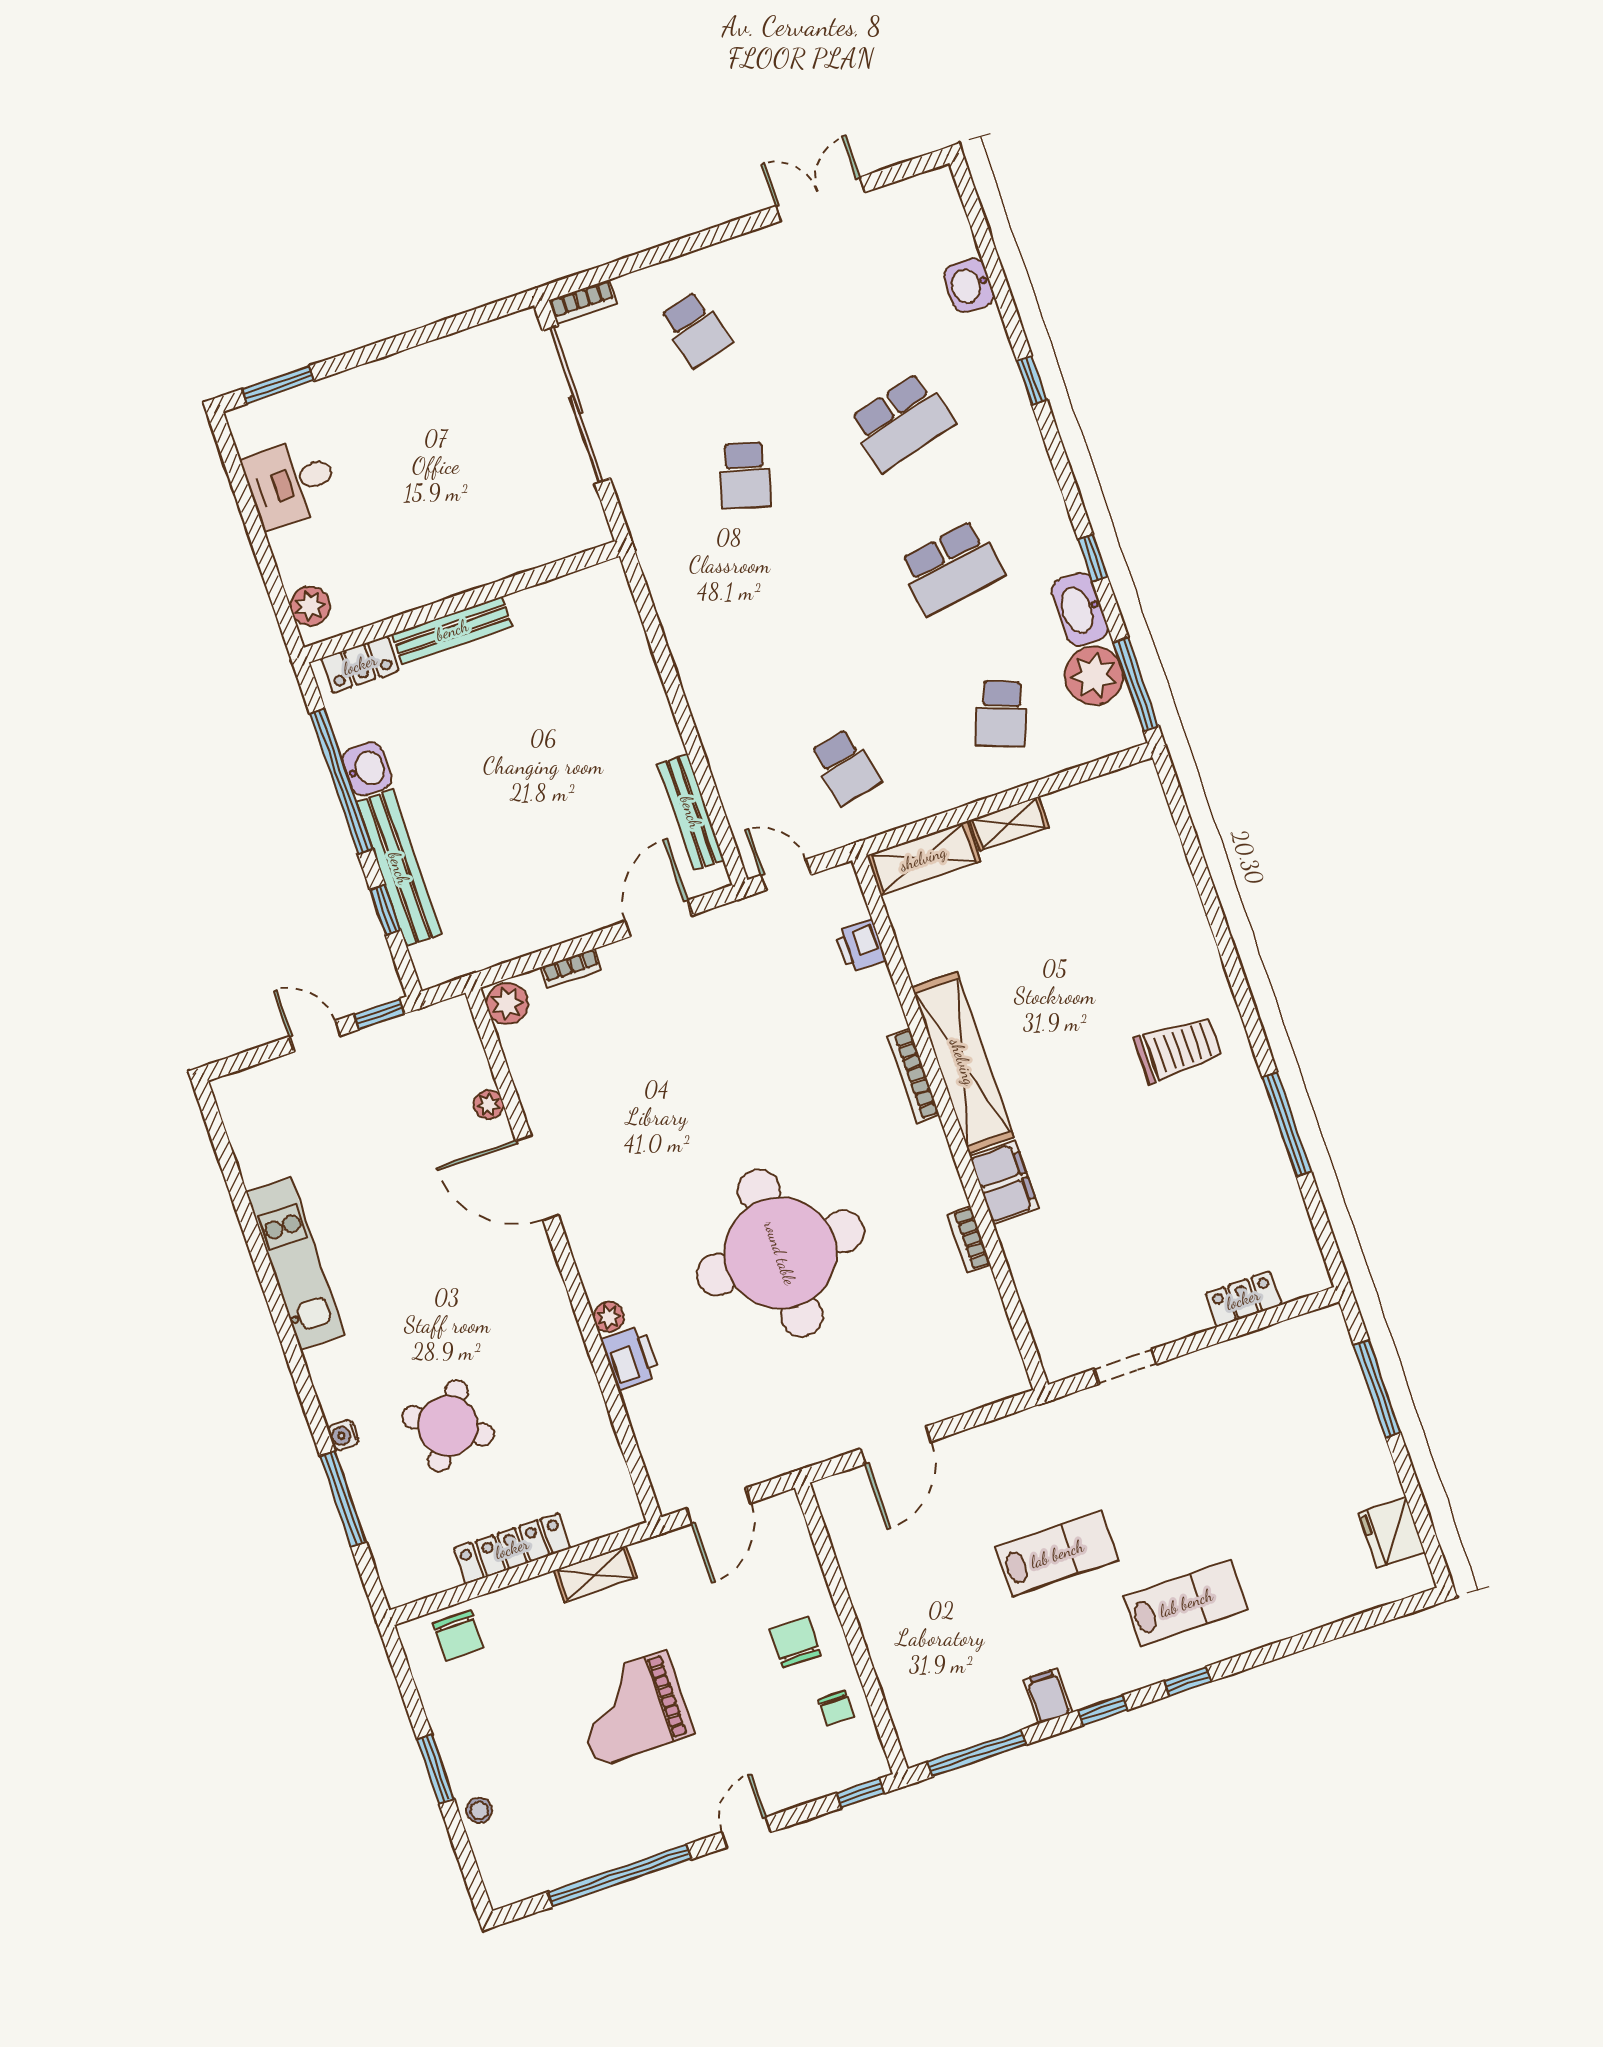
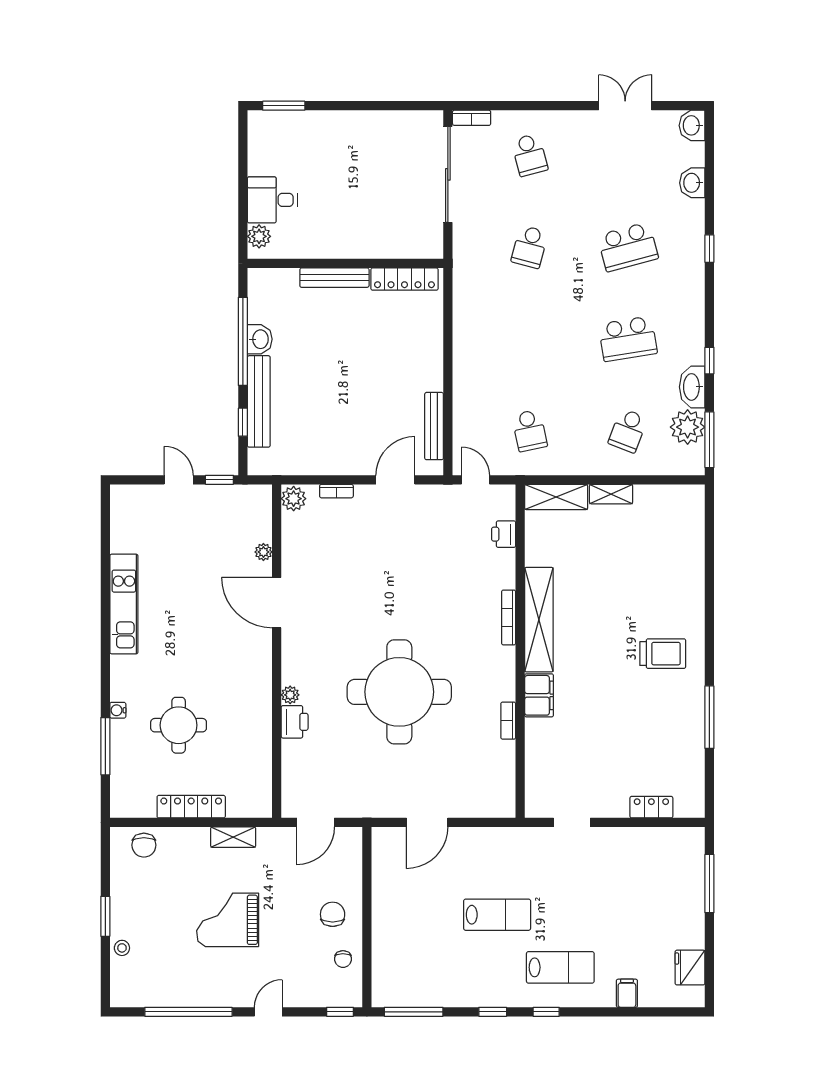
washbasin: (937, 194) -> (692, 125), added
desk: (291, 483) -> (272, 200), moved
locker: (360, 664) -> (404, 279), moved, width x1.53
round table: (448, 1426) -> (179, 725), turned -33
filing cabinet: (1048, 1696) -> (627, 993), moved

